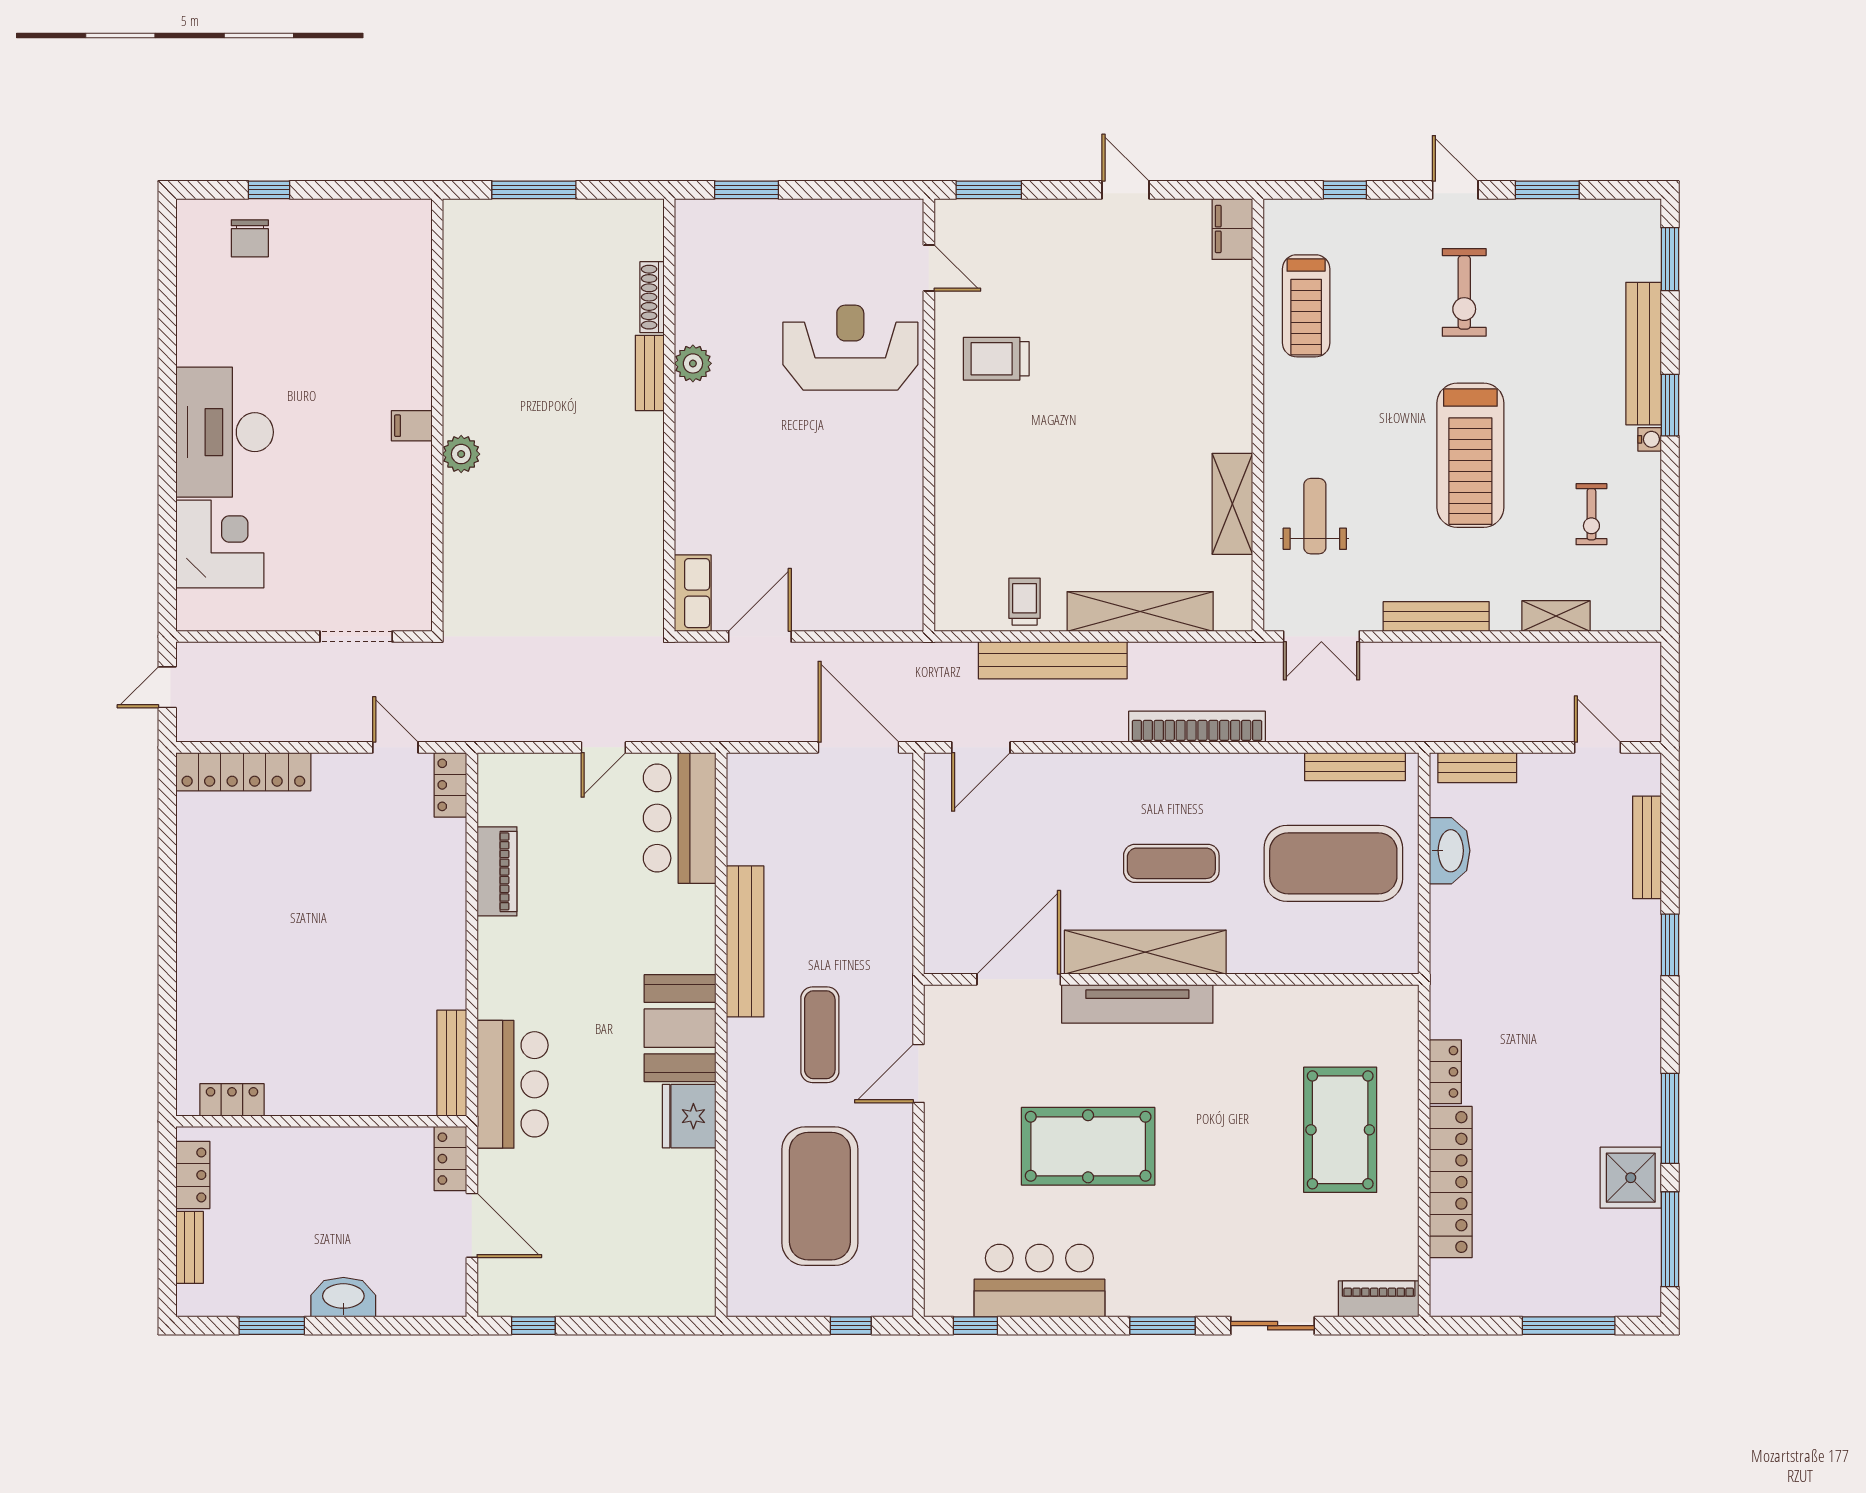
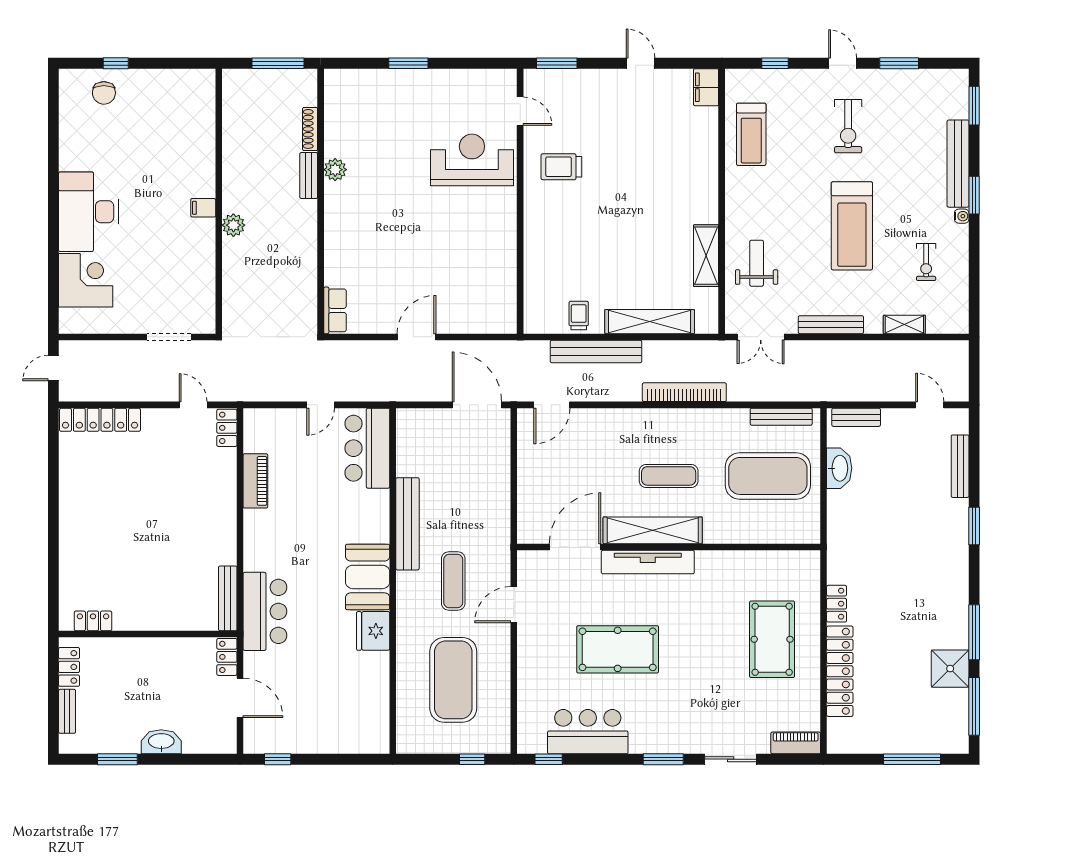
shoe rack: (652, 297) -> (310, 129), moved
plant: (693, 363) -> (335, 170), moved
bench: (650, 373) -> (309, 175), moved
wall: (669, 415) -> (321, 201), moved
row of seats: (693, 593) -> (335, 310), moved

